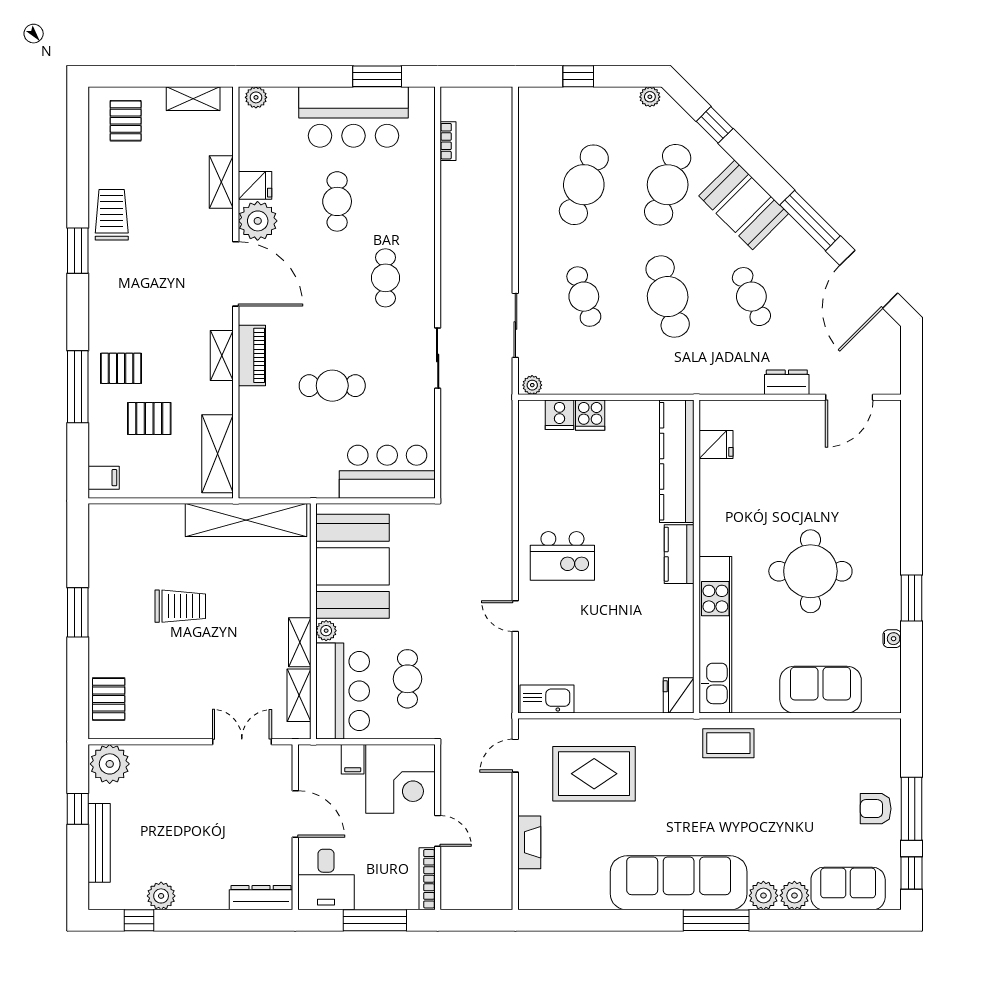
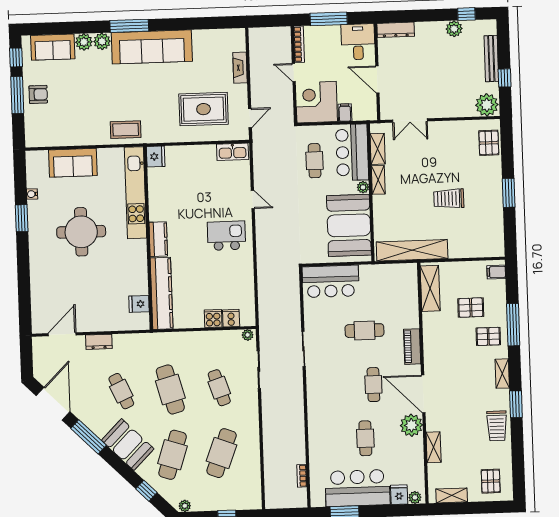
fridge: (255, 185) -> (399, 495), moved, turned 90
cafe table: (385, 278) -> (373, 385), moved
shelving: (222, 355) -> (502, 374), moved

